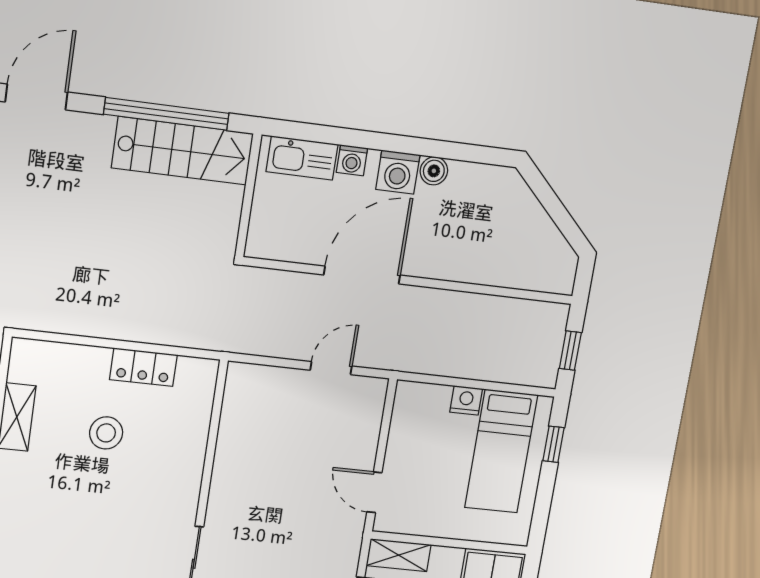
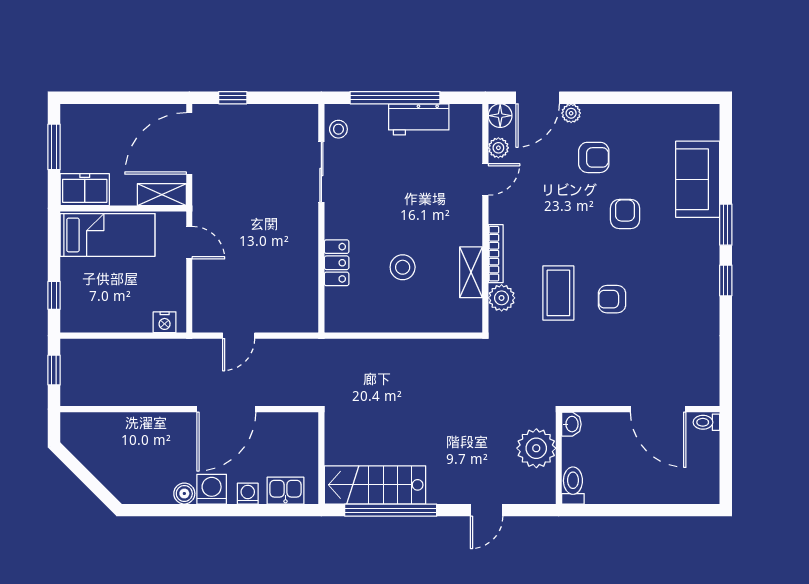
door: (36, 97) -> (487, 510), width x0.73
kitchen sink: (302, 158) -> (285, 491), width x0.73
locker: (143, 367) -> (337, 263), moved, turned 90
nightstand: (466, 400) -> (165, 322), moved
bed: (501, 451) -> (108, 235), moved, turned 90

